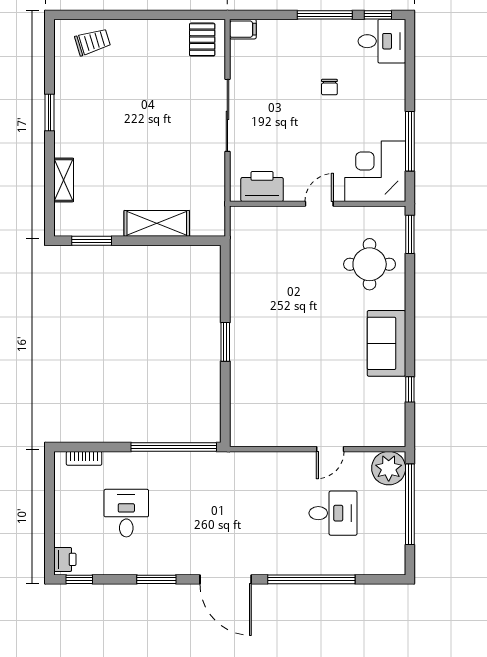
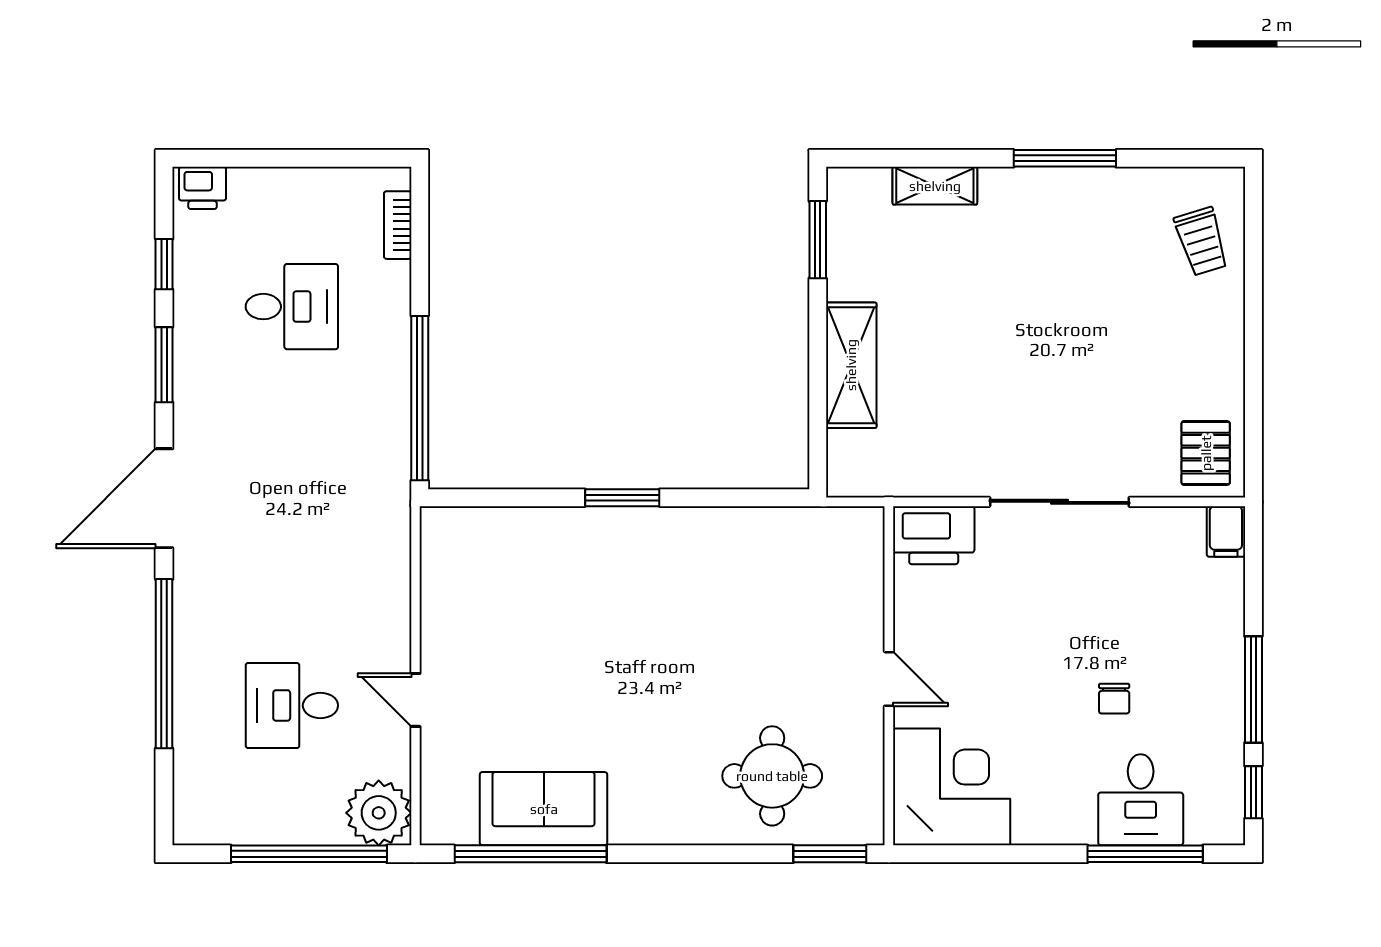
pallet: (202, 40) -> (1206, 453), turned 90
desk: (382, 41) -> (1141, 800), moved
chair: (329, 87) -> (1114, 699), turned -90
window: (49, 113) -> (1065, 158), width x1.44
window: (410, 141) -> (1145, 854), moved
printer: (262, 186) -> (934, 535), moved, turned 90
sofa: (386, 343) -> (544, 809), moved
window: (410, 389) -> (531, 854), width x3.17
desk: (333, 513) -> (292, 705), turned 90
window: (79, 579) -> (164, 264), moved

